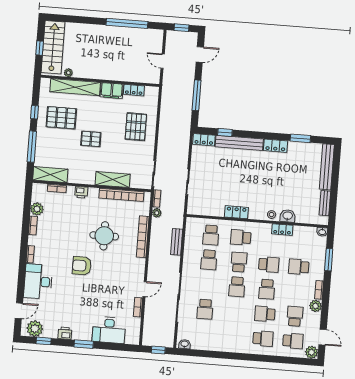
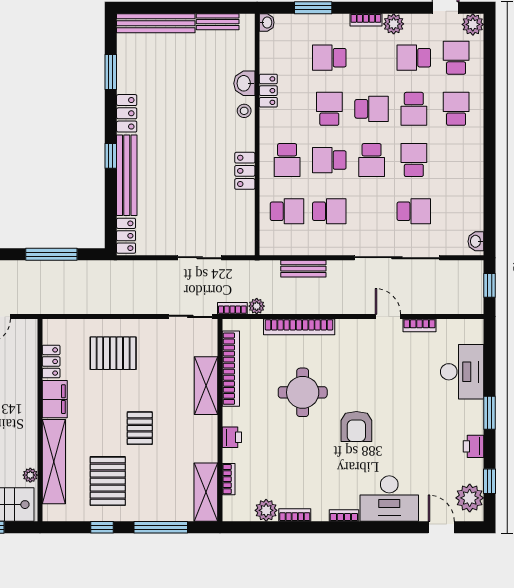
window: (225, 132) -> (111, 156), moved
school desk: (299, 267) -> (329, 58), turned 90
school desk: (237, 287) -> (372, 160), turned 90
school desk: (235, 311) -> (414, 160), added

